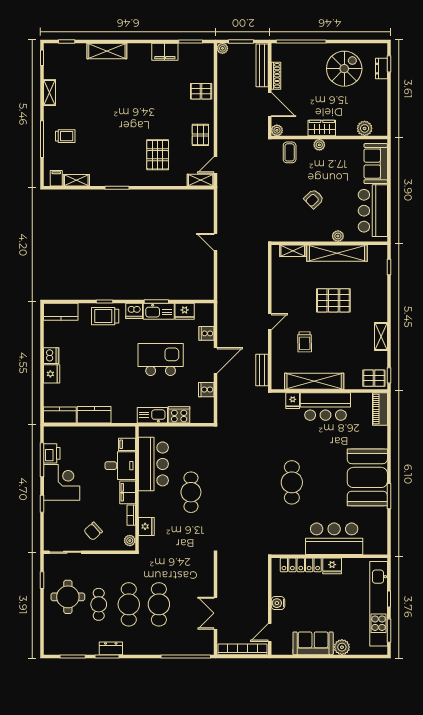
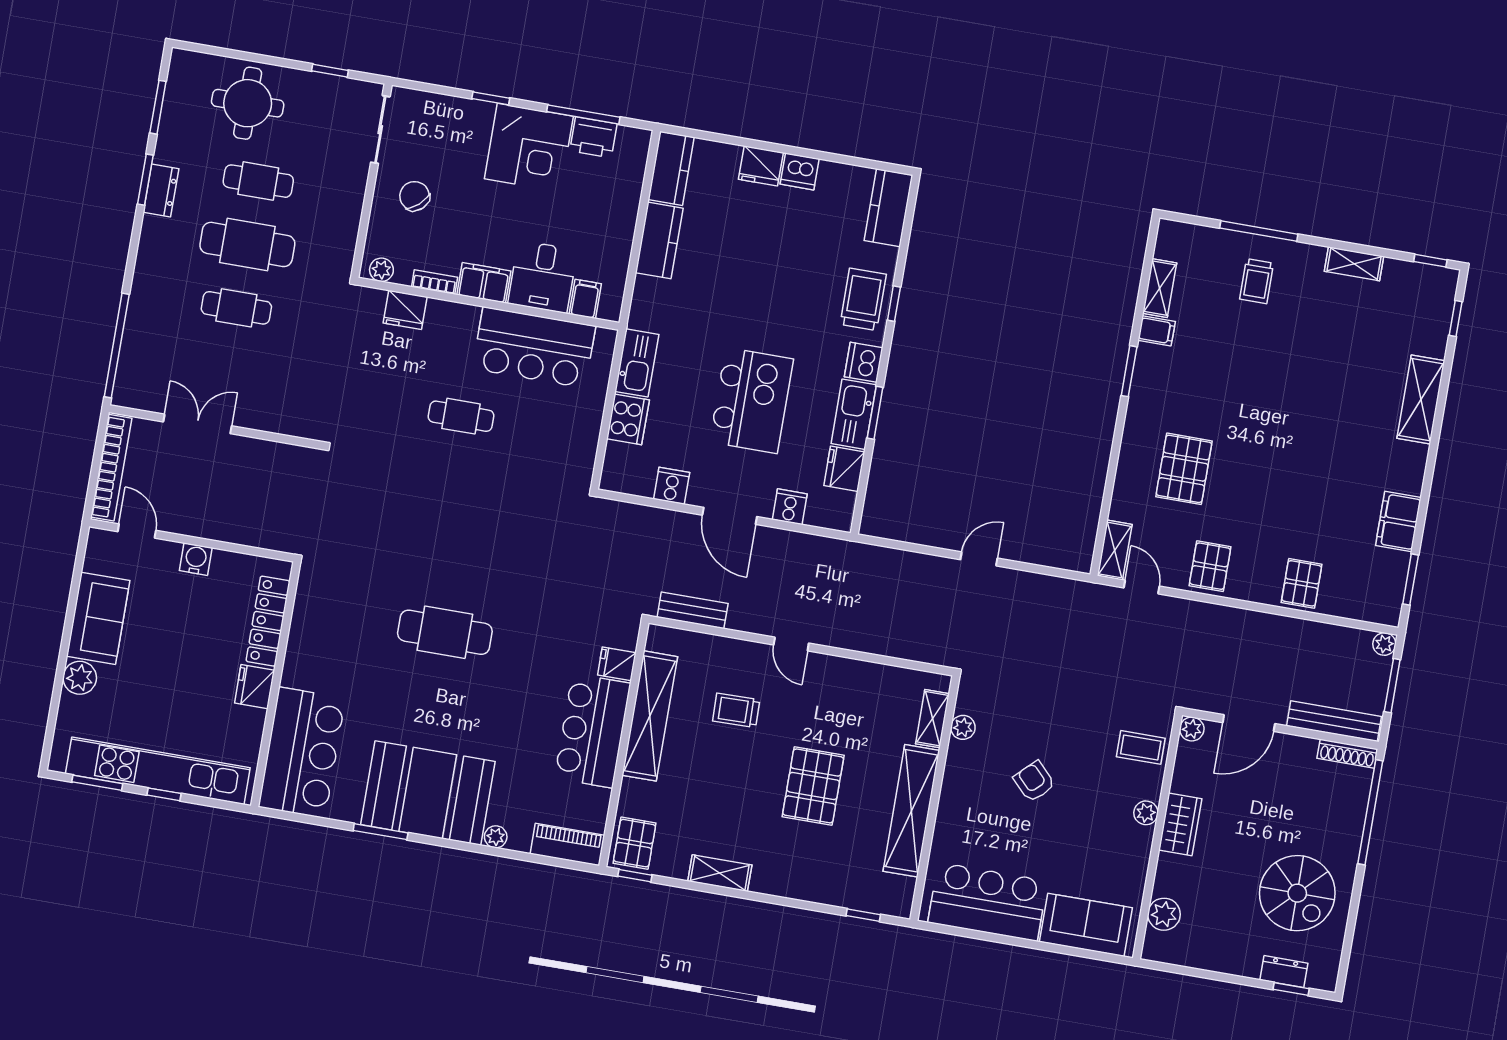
shoe rack: (276, 76) -> (1347, 754), moved
pallet: (200, 135) -> (1210, 566), turned 90
pallet: (158, 155) -> (1184, 469), turned 90
filing cabinet: (56, 178) -> (1157, 331), moved
plant: (338, 236) -> (963, 727), moved
plant: (382, 443) -> (496, 837), added
cafe table: (191, 492) -> (461, 416), width x0.73, depth x0.74
bar counter: (334, 539) -> (302, 753), moved
round table: (68, 597) -> (248, 103), moved
cafe table: (159, 604) -> (236, 308), width x0.73, depth x0.74

